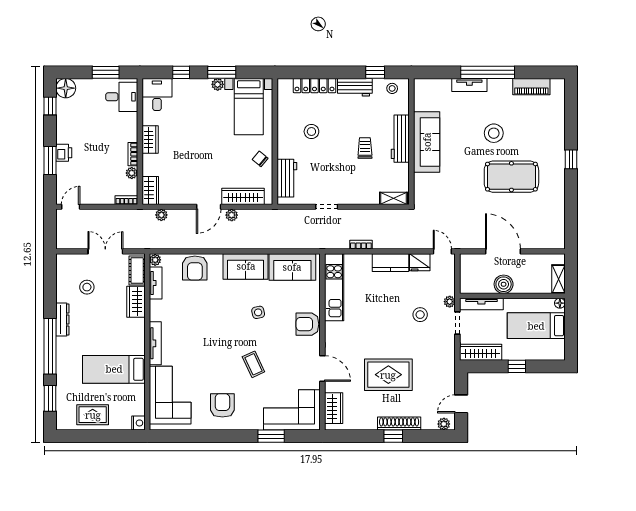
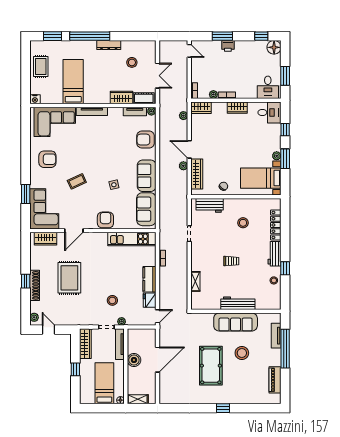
workbench: (400, 139) -> (238, 303), moved
wall: (411, 141) -> (236, 311), moved
sofa: (427, 142) -> (236, 322), moved

